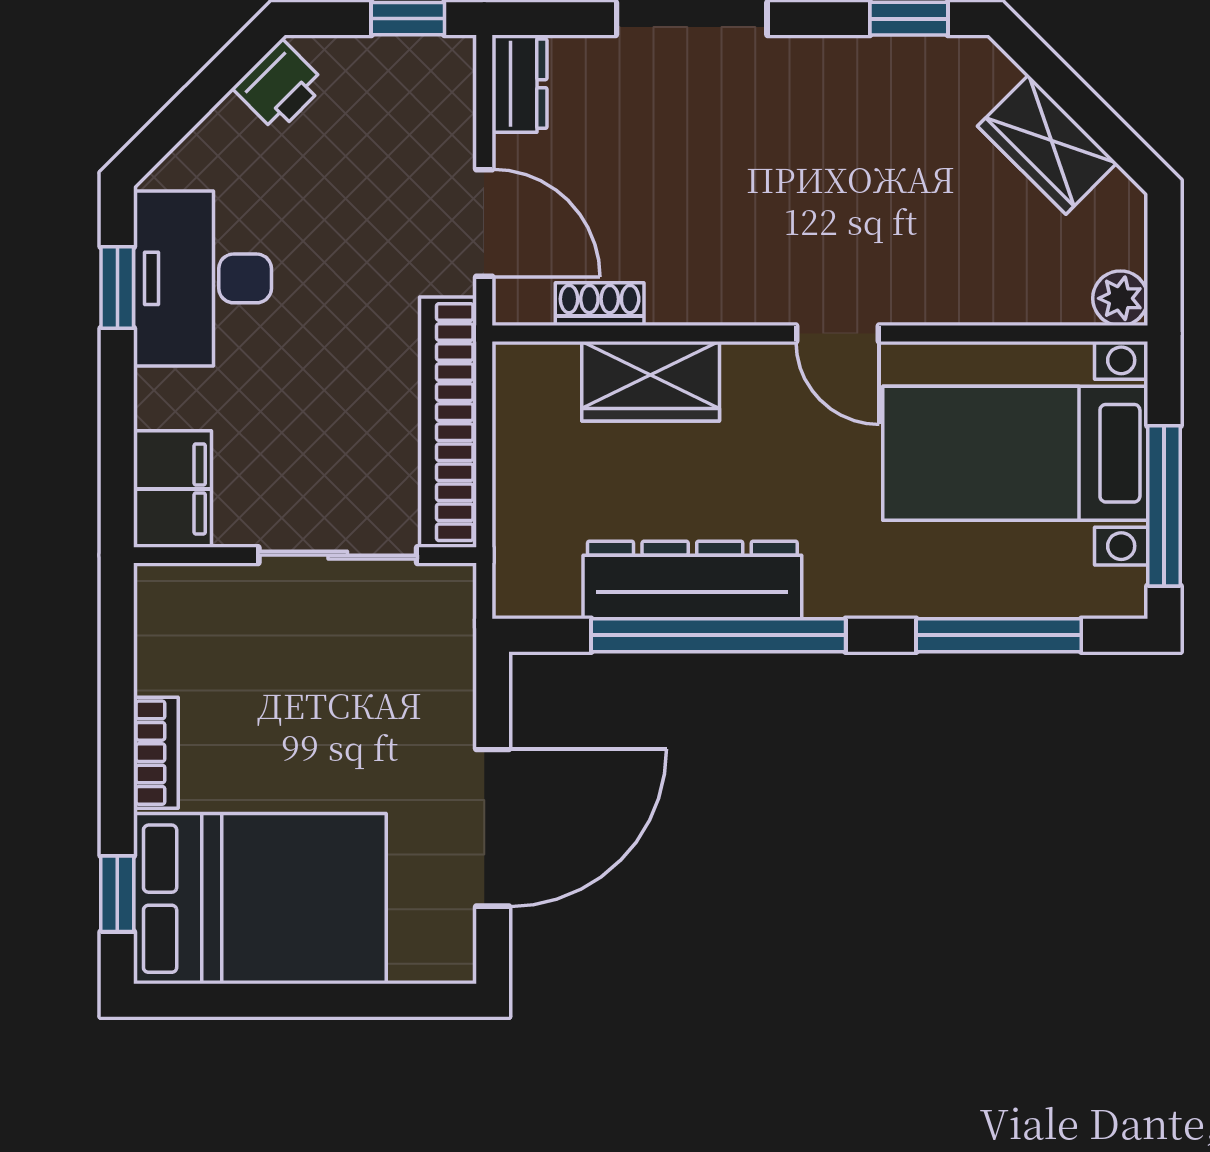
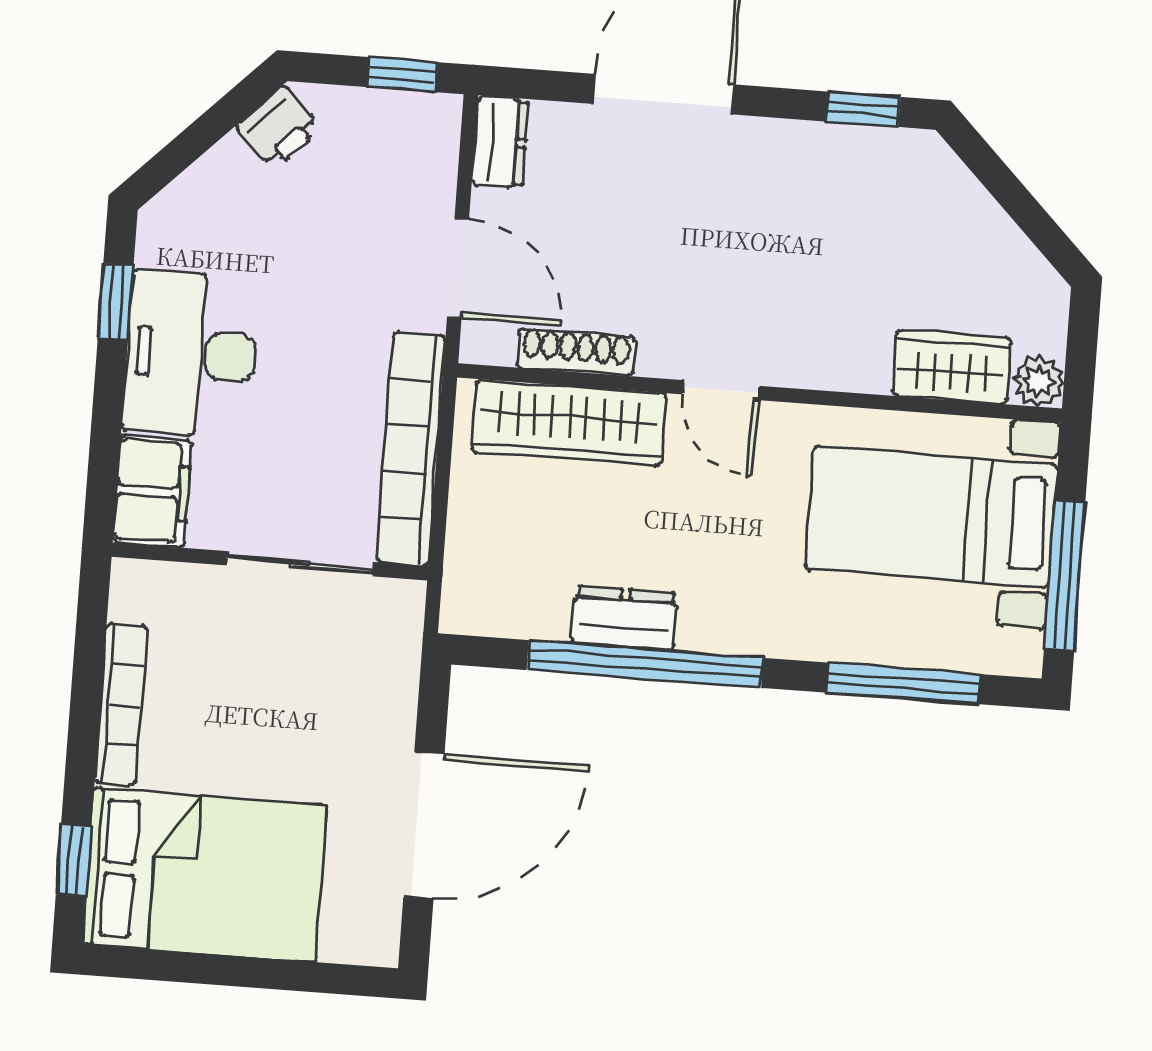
wardrobe: (1047, 145) -> (952, 367), moved, turned 135
desk: (202, 278) -> (191, 354), moved
shoe rack: (600, 304) -> (576, 352), width x1.43
door: (837, 334) -> (721, 390), moved
wardrobe: (651, 381) -> (569, 423), width x1.50
dresser: (692, 580) -> (625, 618), width x0.51, depth x0.80
bookcase: (156, 753) -> (121, 704), width x1.56

